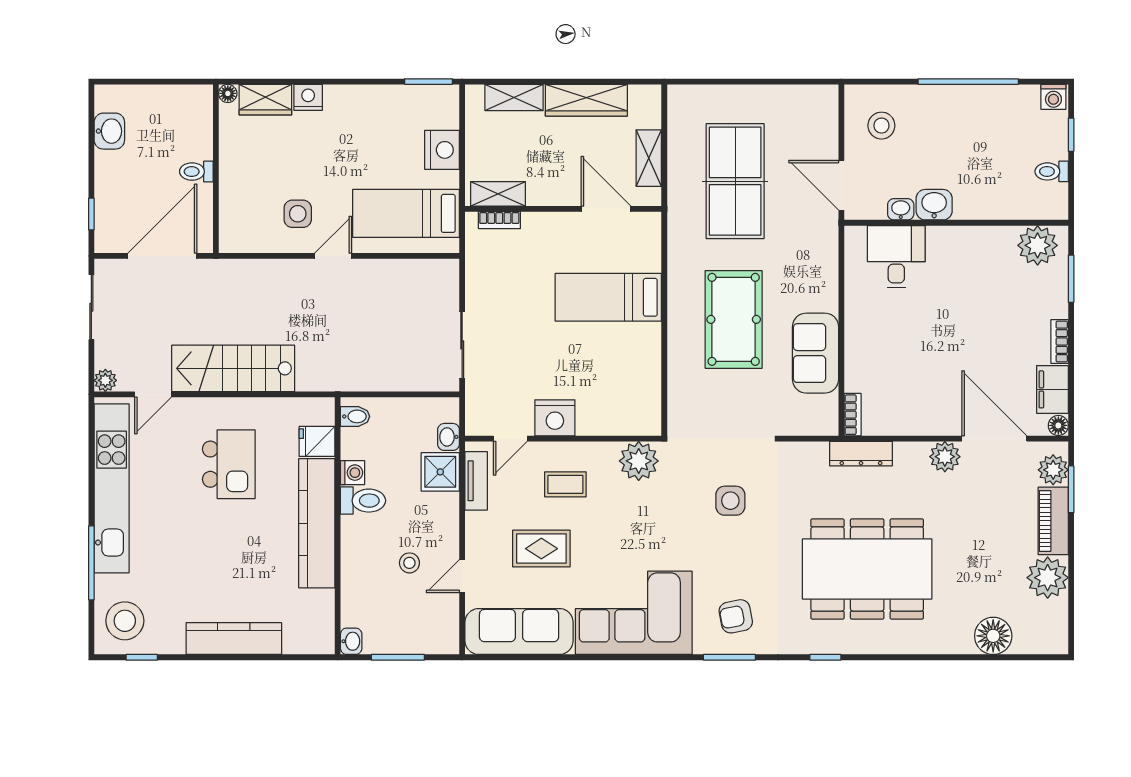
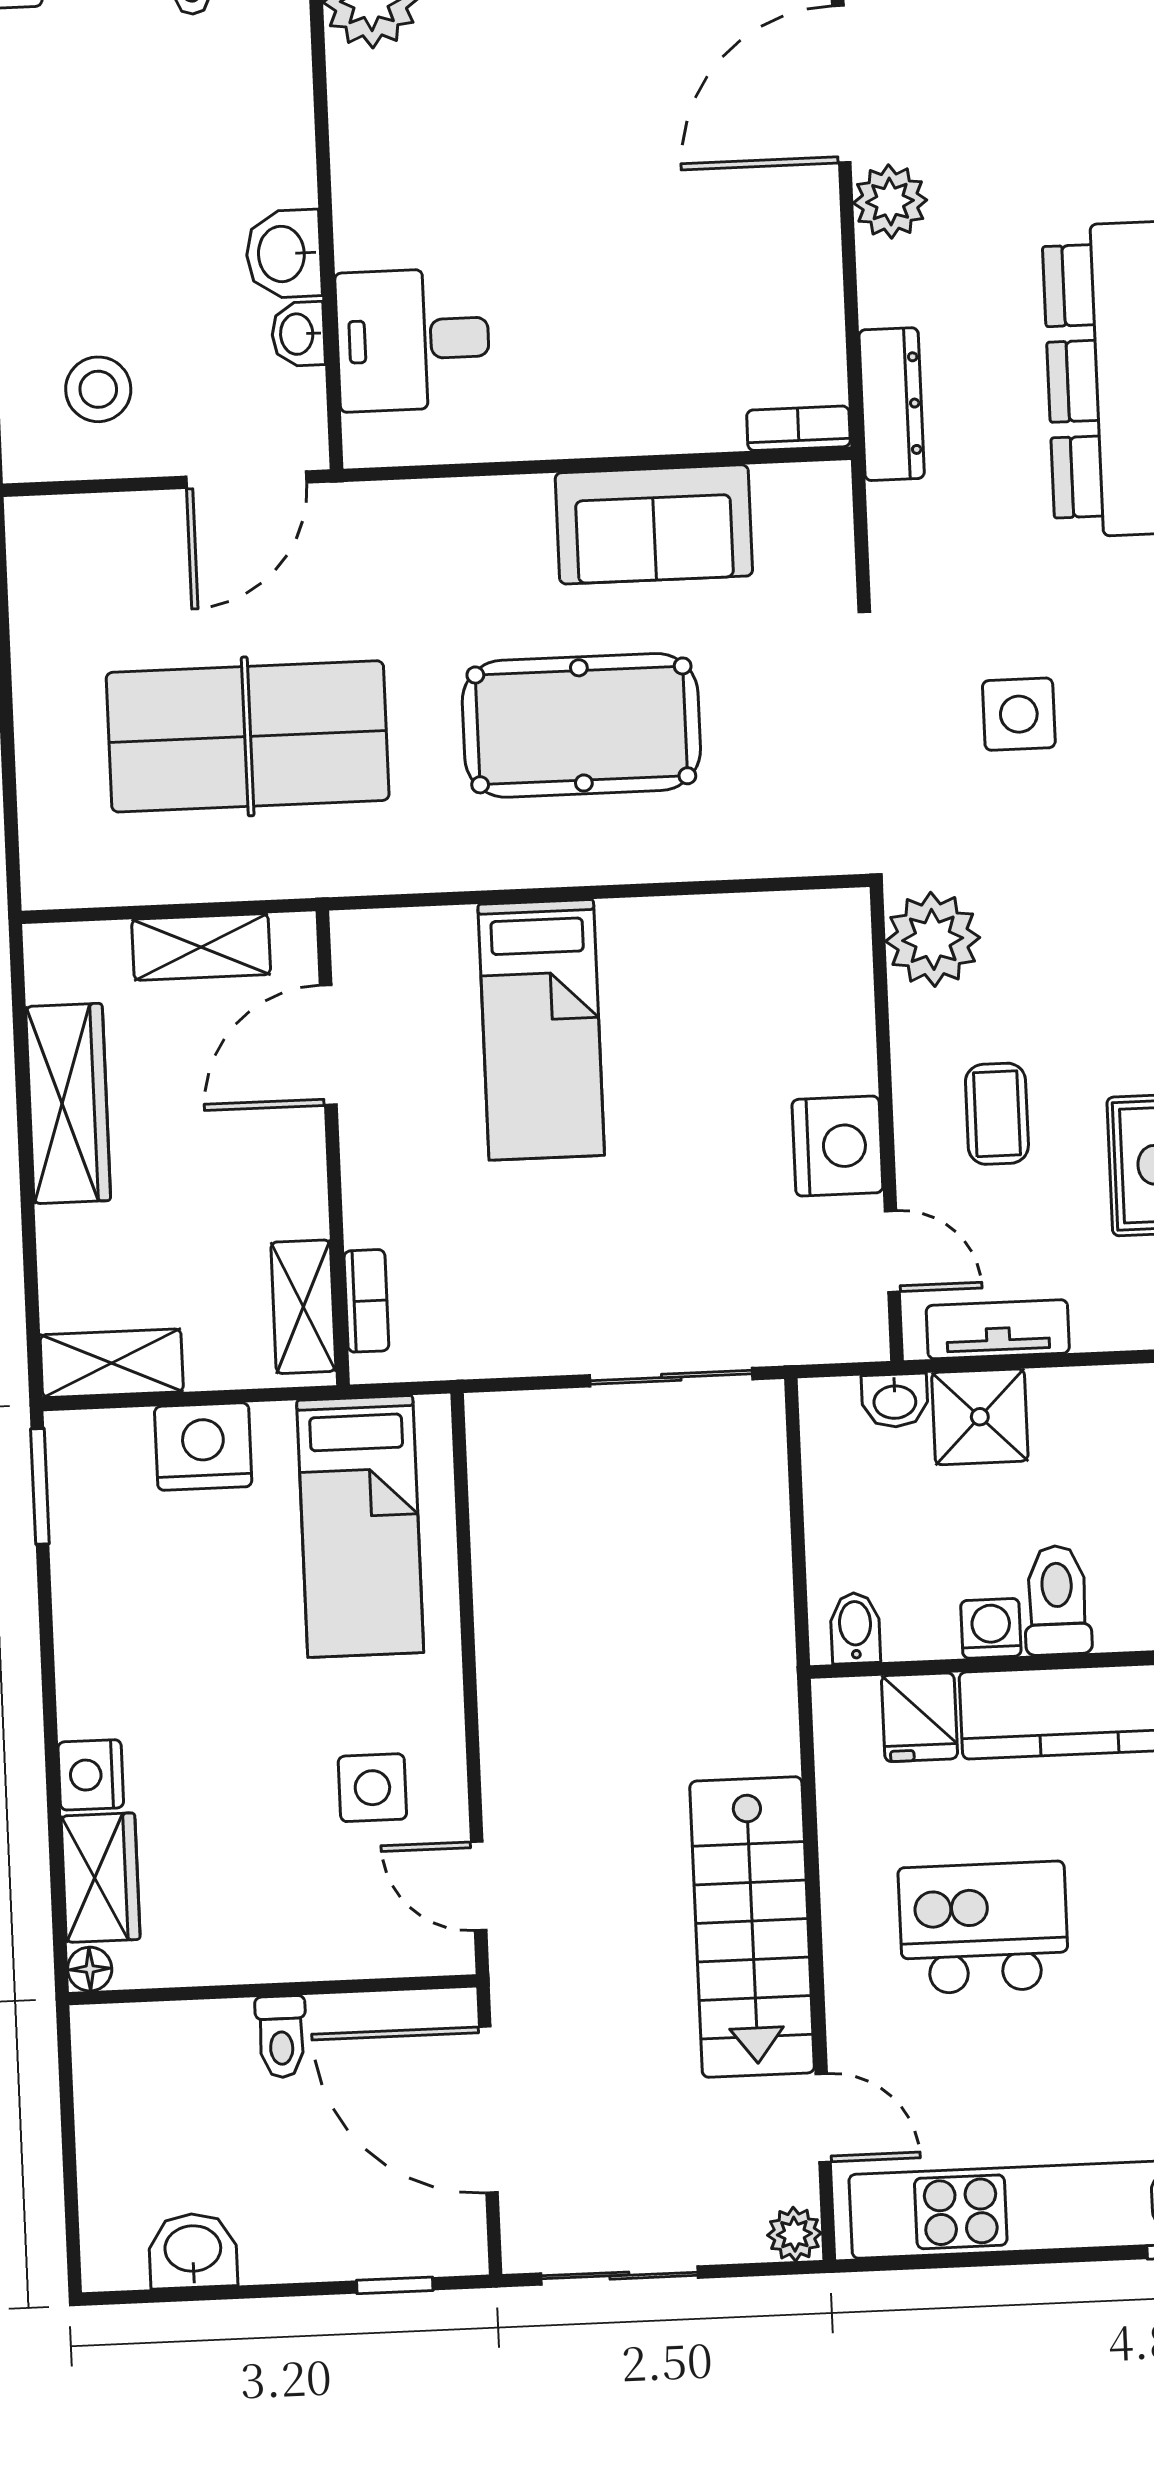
shelving: (514, 97) -> (112, 1363), moved, turned 90
door: (333, 256) -> (479, 1886), moved

